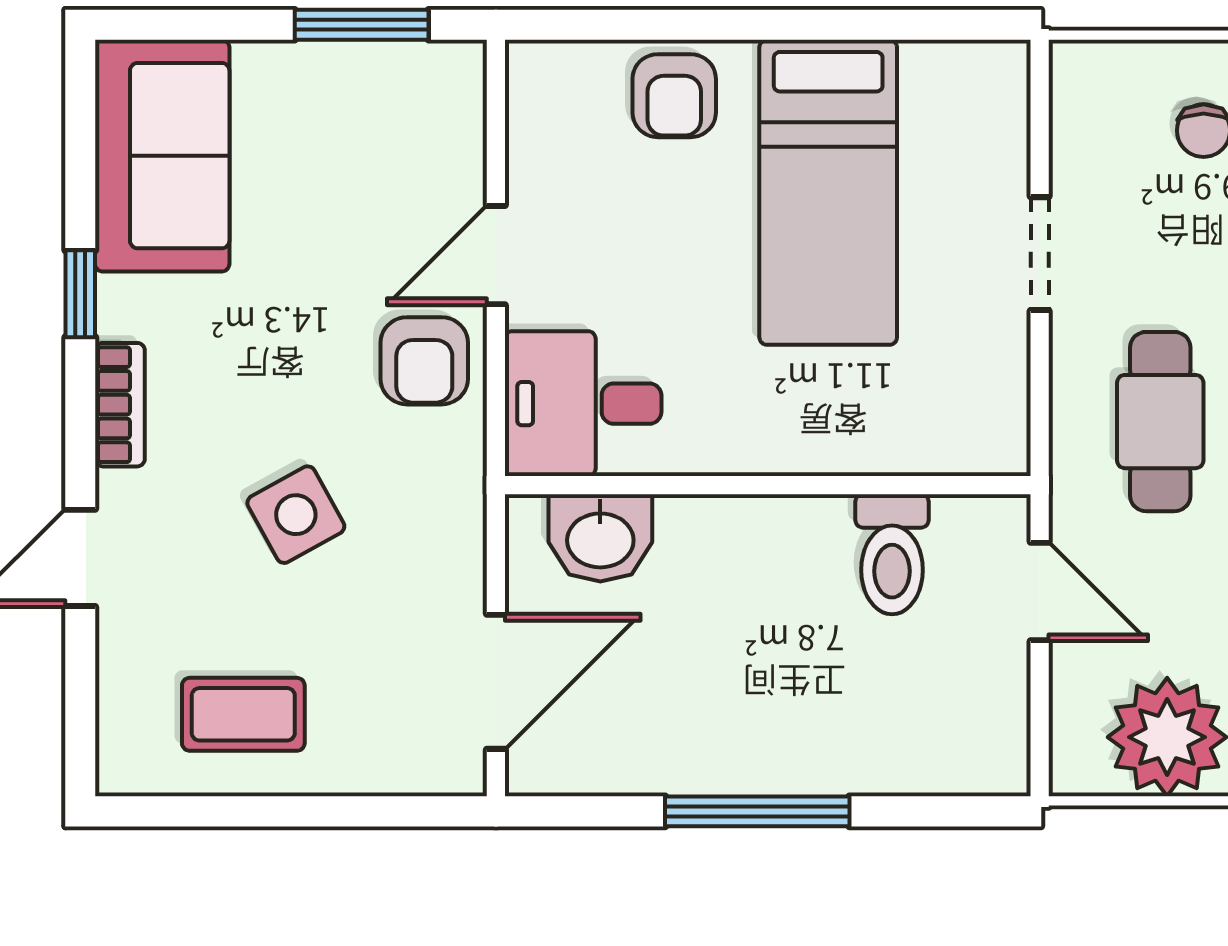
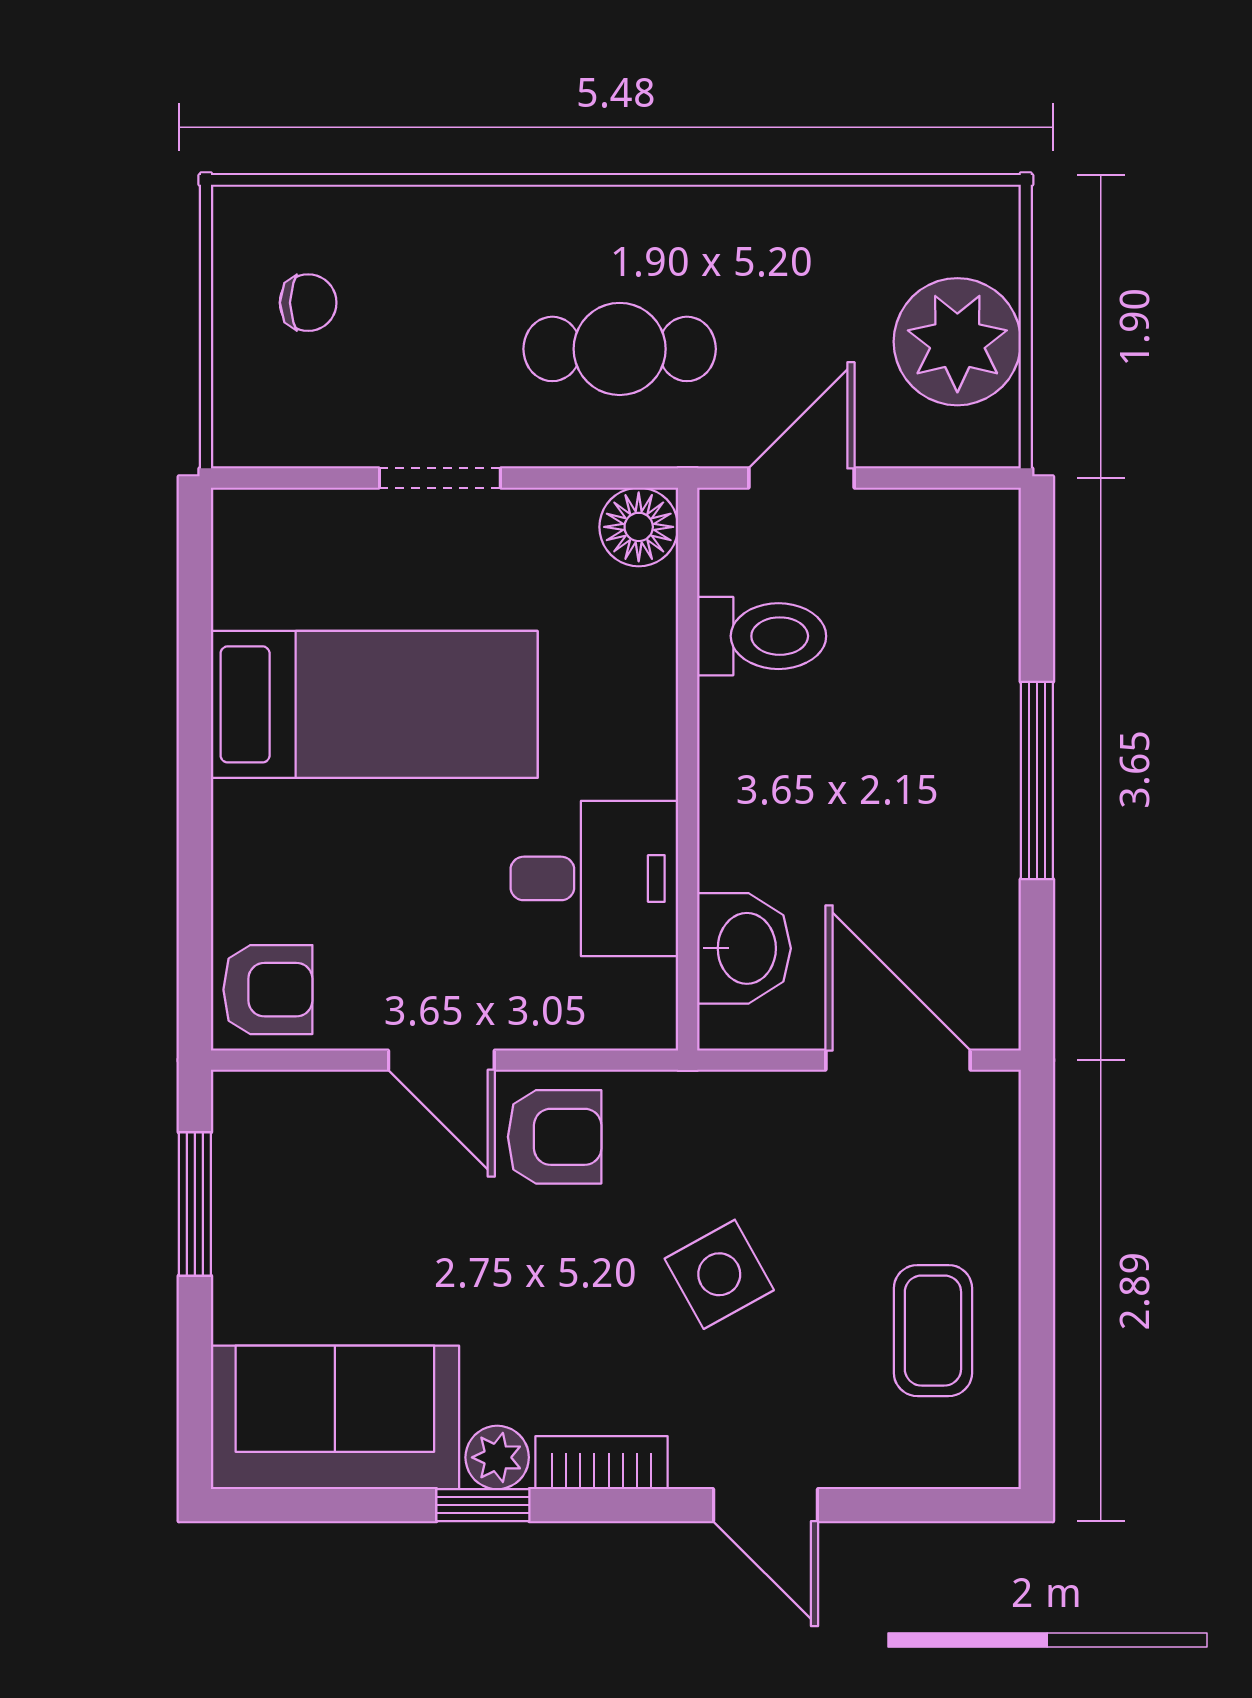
armchair: (674, 96) -> (268, 990), moved
plant: (125, 307) -> (497, 1457), added
desk: (583, 404) -> (594, 878), moved, turned -90
floor lamp: (994, 439) -> (639, 527), added

